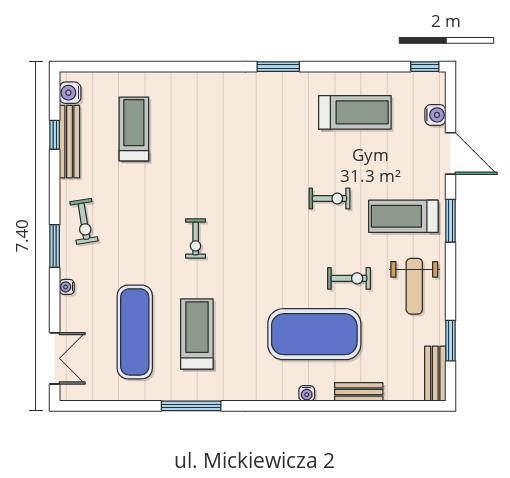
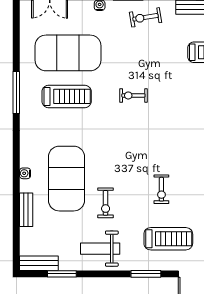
treadmill: (403, 216) -> (168, 239), moved, turned 90
exercise mat: (135, 332) -> (68, 53), width x1.47

